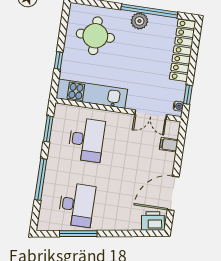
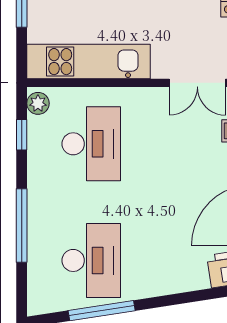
plant: (60, 113) -> (38, 103), added
window: (48, 129) -> (22, 135), width x0.67

